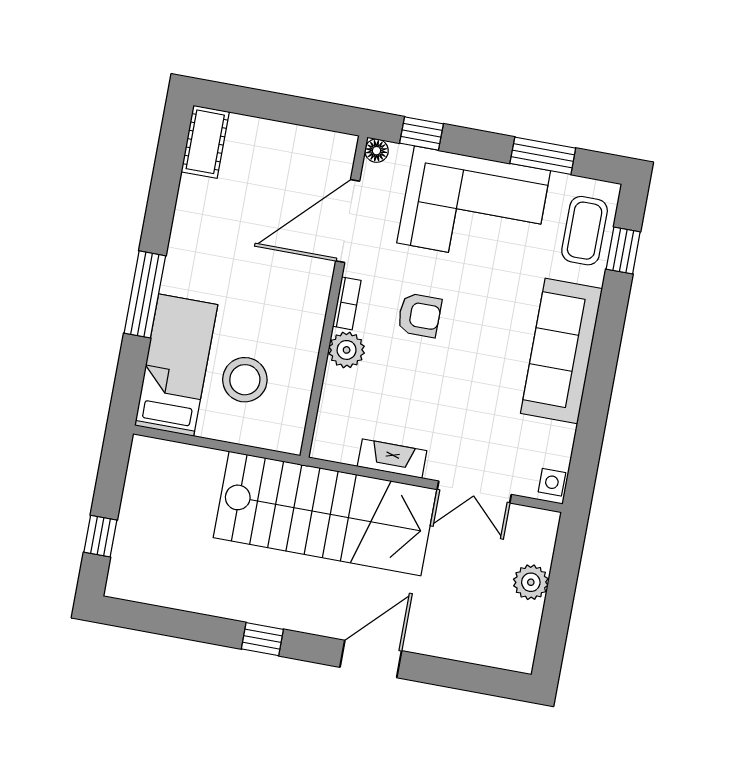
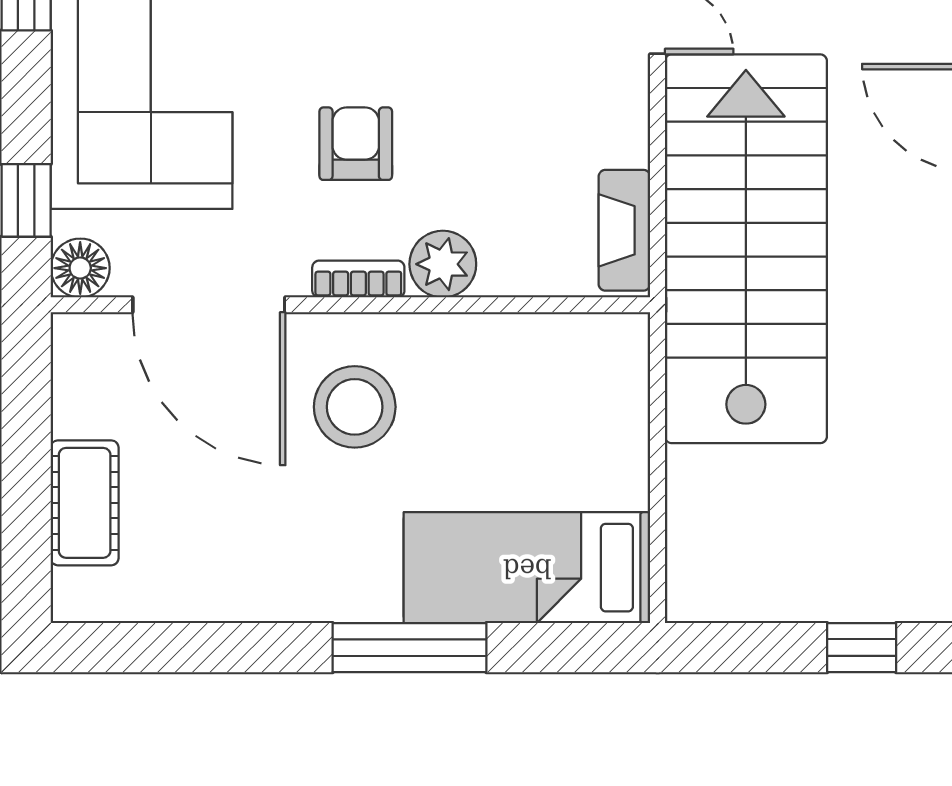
cot: (205, 142) -> (85, 503), moved, turned 90
floor lamp: (377, 151) -> (80, 268), width x1.37, depth x1.37
stool: (245, 380) -> (355, 407), moved
fireplace: (392, 459) -> (624, 230), moved

